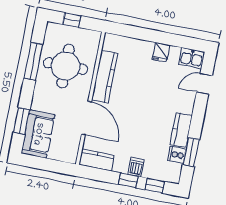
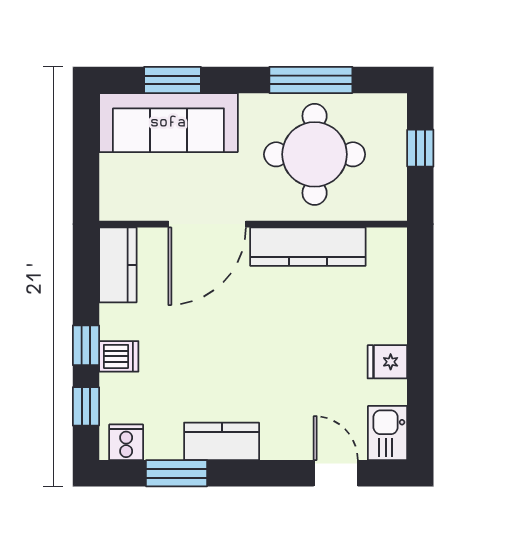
sofa: (38, 134) -> (168, 123), width x1.36
cooker: (177, 155) -> (126, 442), moved

